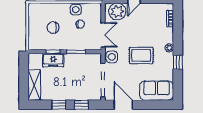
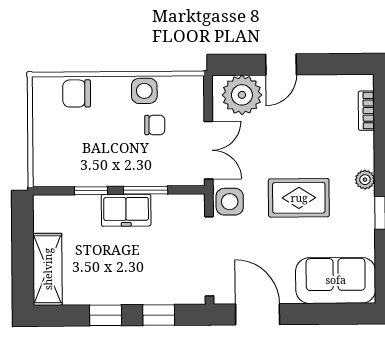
chair: (53, 28) -> (77, 93), moved
freezer: (53, 60) -> (126, 210), moved

